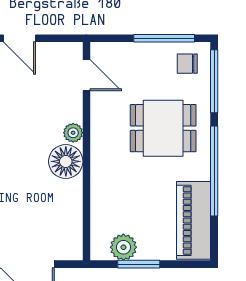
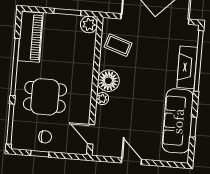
window: (164, 38) -> (40, 154), width x0.46
chair: (187, 64) -> (45, 137), moved
coffee table: (55, 219) -> (118, 45), added
plant: (123, 247) -> (89, 24), moved

